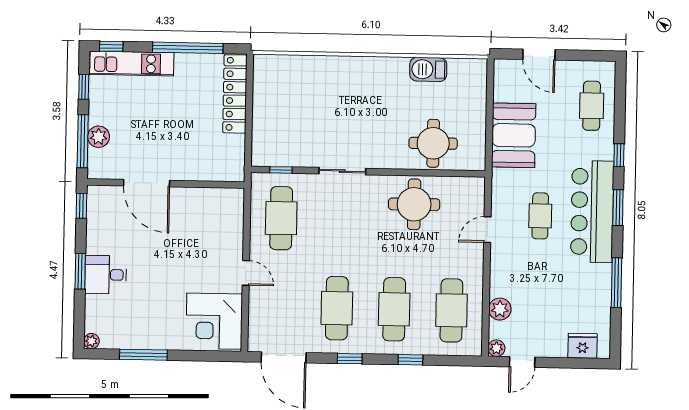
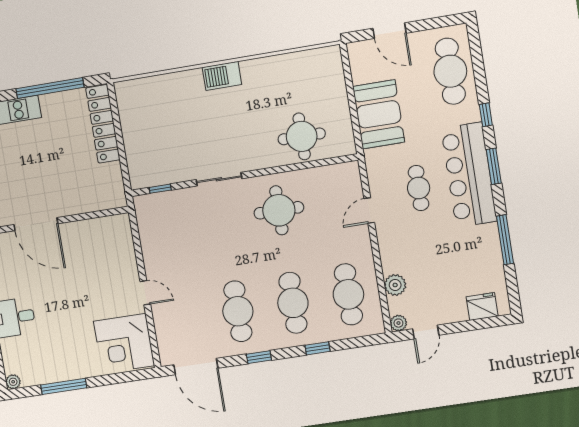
barbecue: (428, 69) -> (222, 76), moved
cafe table: (592, 106) -> (450, 71), width x1.37, depth x1.35
round table: (414, 204) -> (279, 210), moved
cafe table: (281, 218) -> (169, 235), removed

